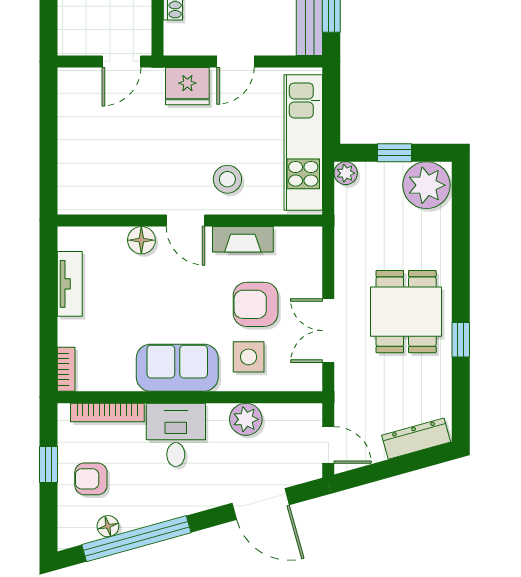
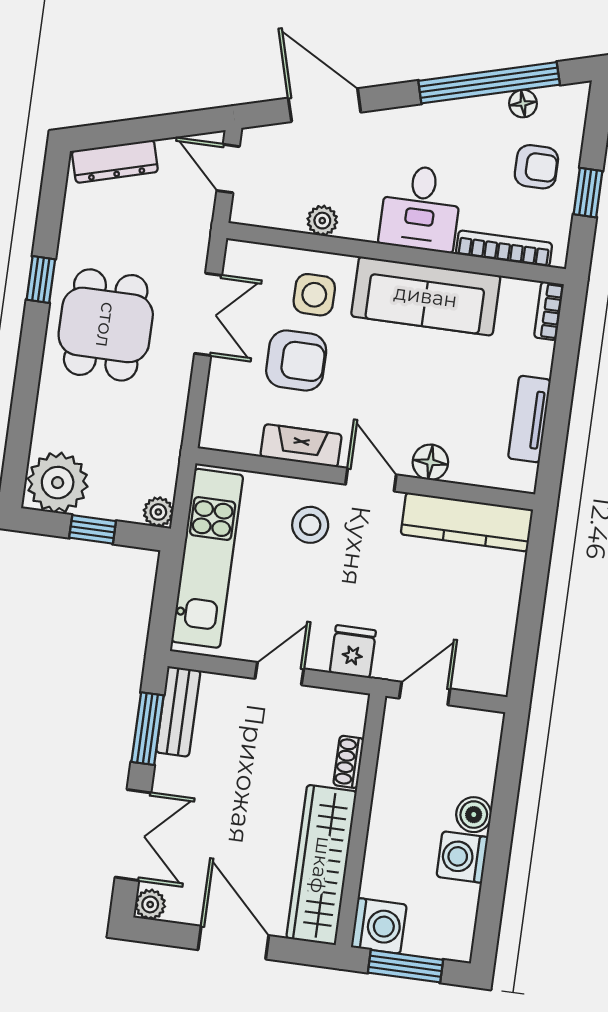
fridge: (187, 86) -> (353, 652), width x0.72
kitchen counter: (107, 198) -> (467, 522), added
sofa: (177, 368) -> (426, 296), width x1.36
plant: (246, 419) -> (322, 221), width x0.73, depth x0.73

